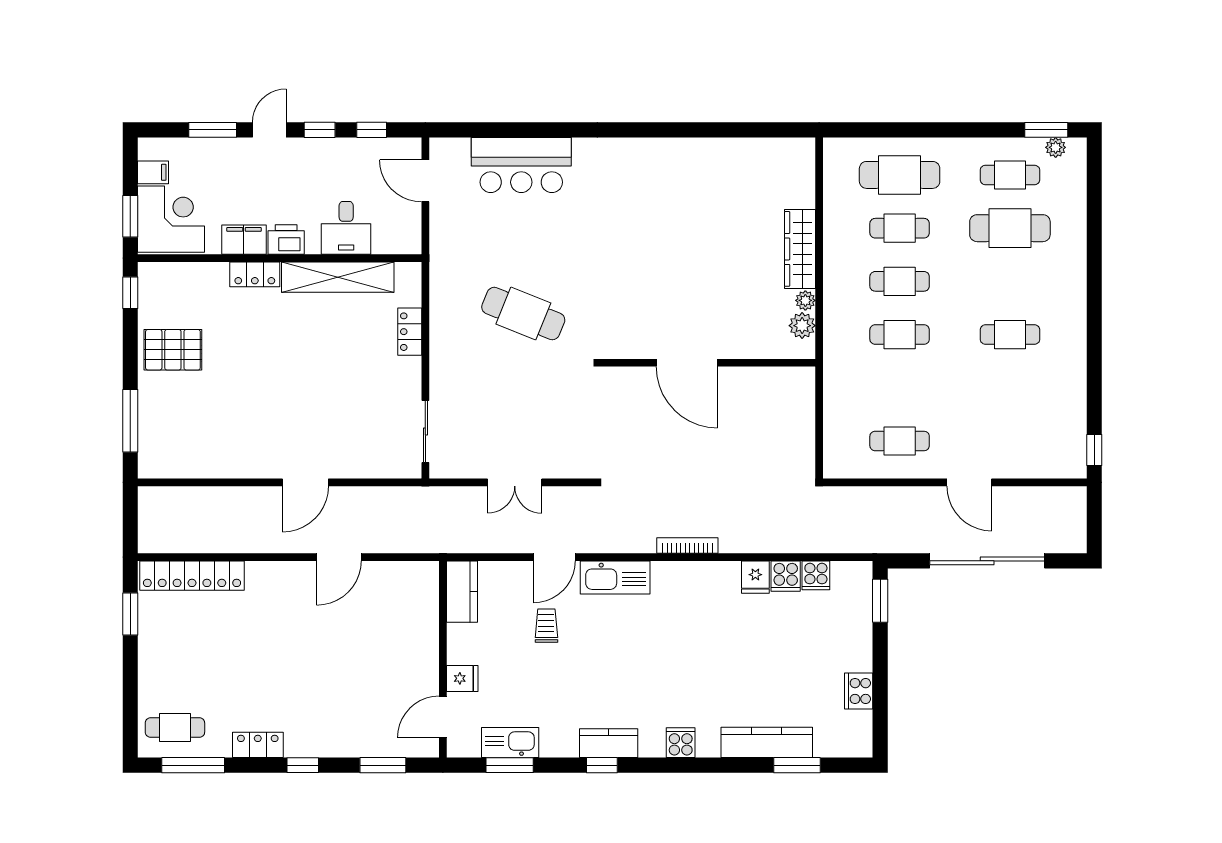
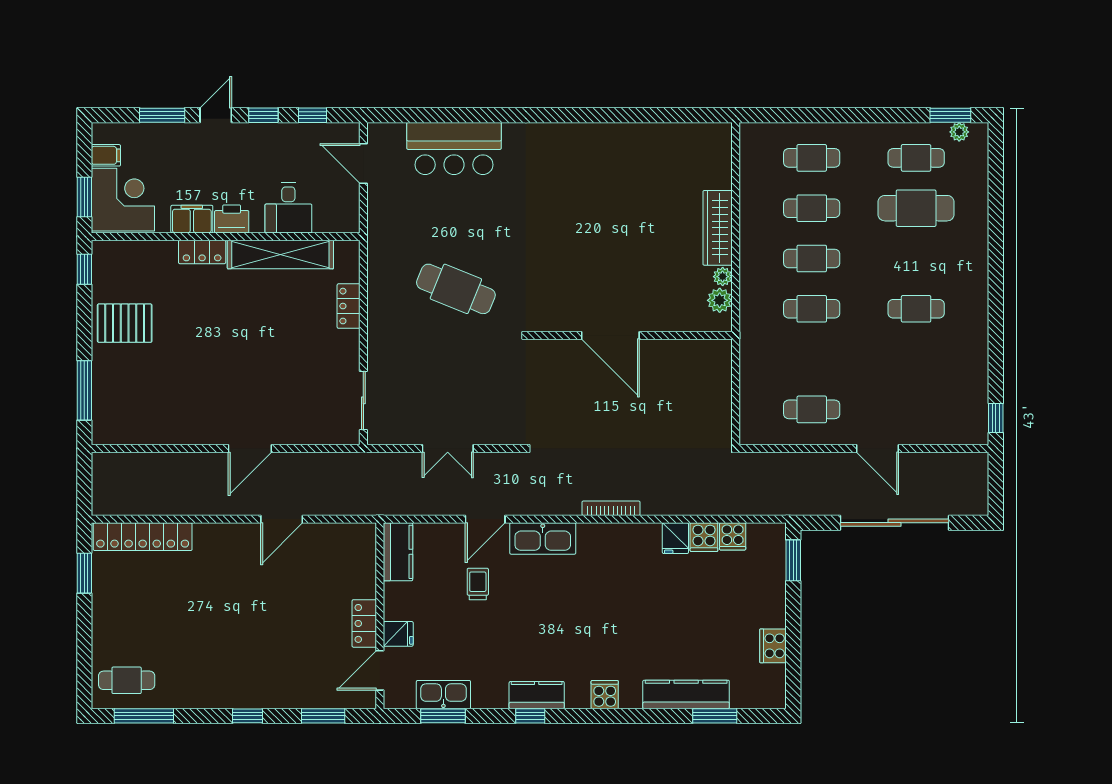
cafe table: (900, 175) -> (812, 158), width x0.73, depth x0.74
locker: (258, 745) -> (364, 623), moved, turned -90

